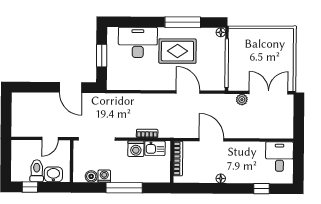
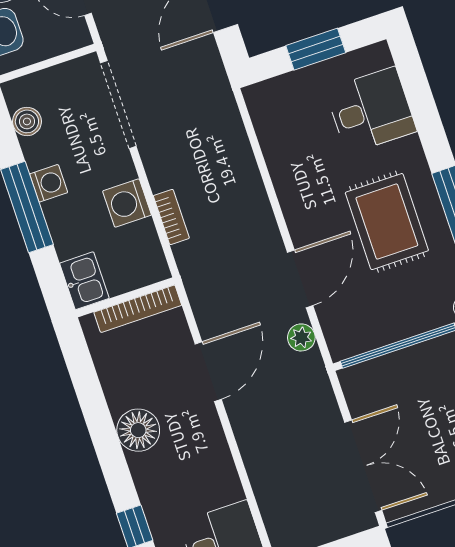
desk: (138, 42) -> (371, 110), width x0.73
plant: (242, 100) -> (301, 337), moved
kitchen sink: (155, 148) -> (84, 281), moved, turned 180
washing machine: (104, 176) -> (49, 183), moved
floor lamp: (221, 178) -> (138, 430), width x1.89, depth x1.89

